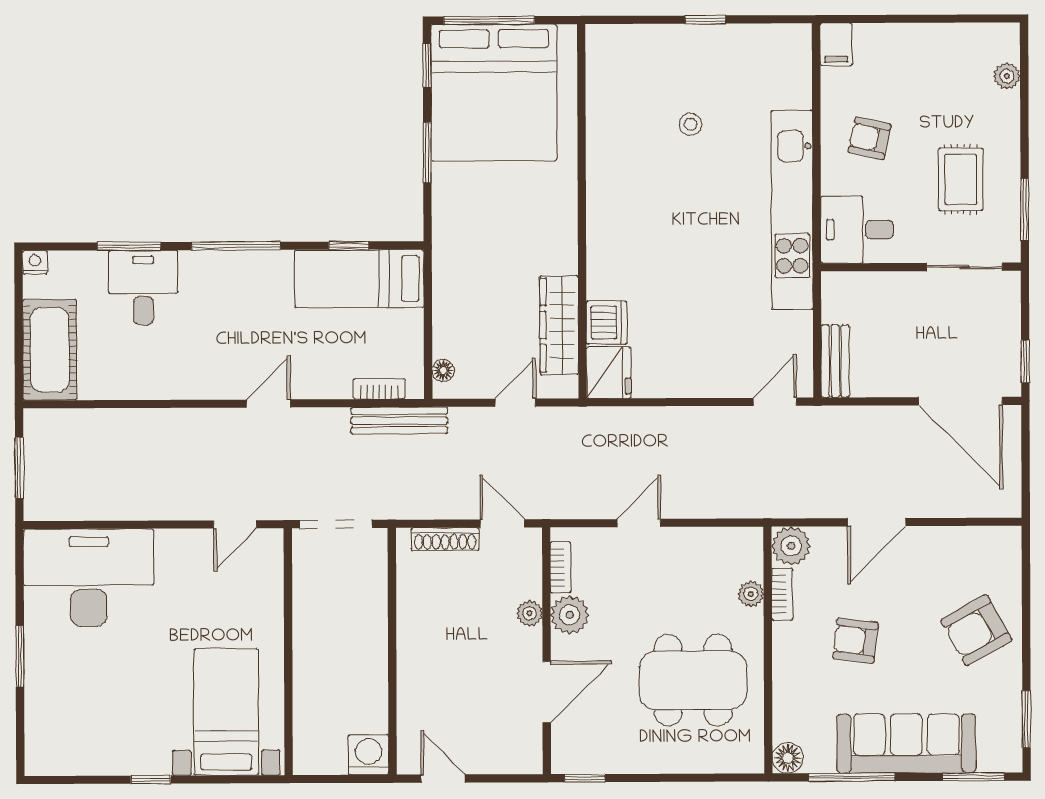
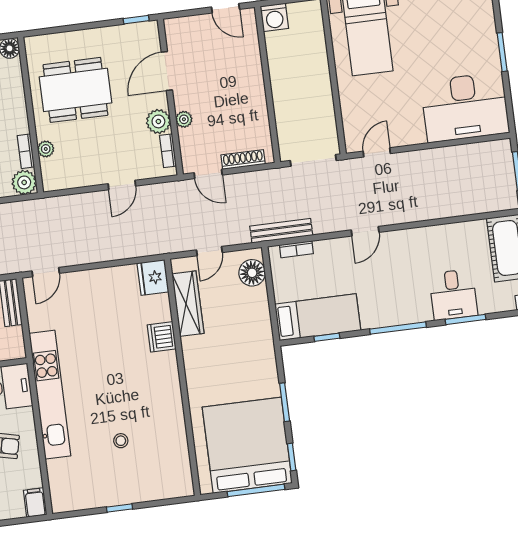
dishwasher: (607, 323) -> (162, 337), moved
floor lamp: (443, 370) -> (252, 273), width x1.89, depth x1.89

